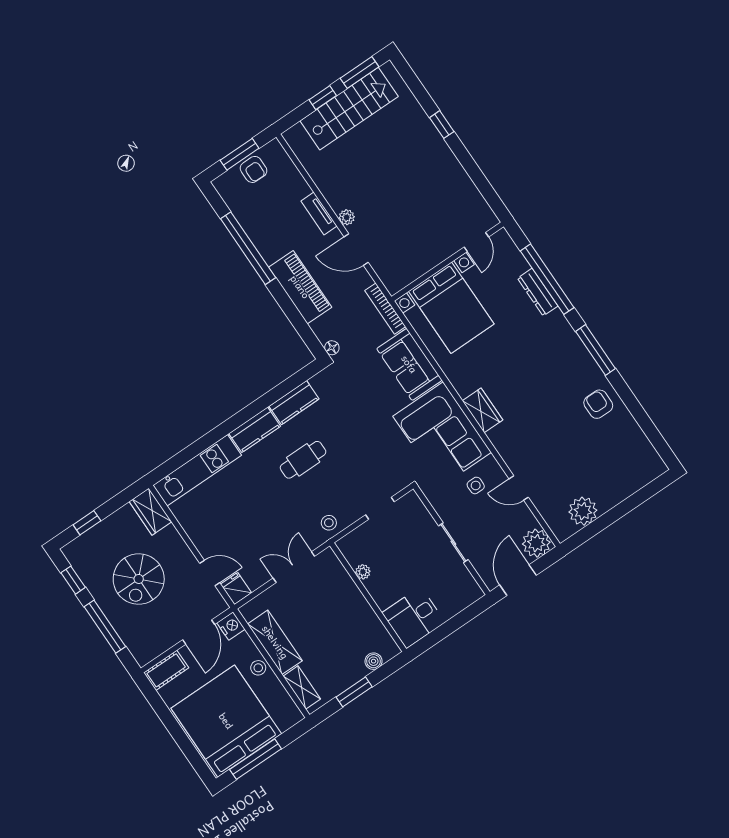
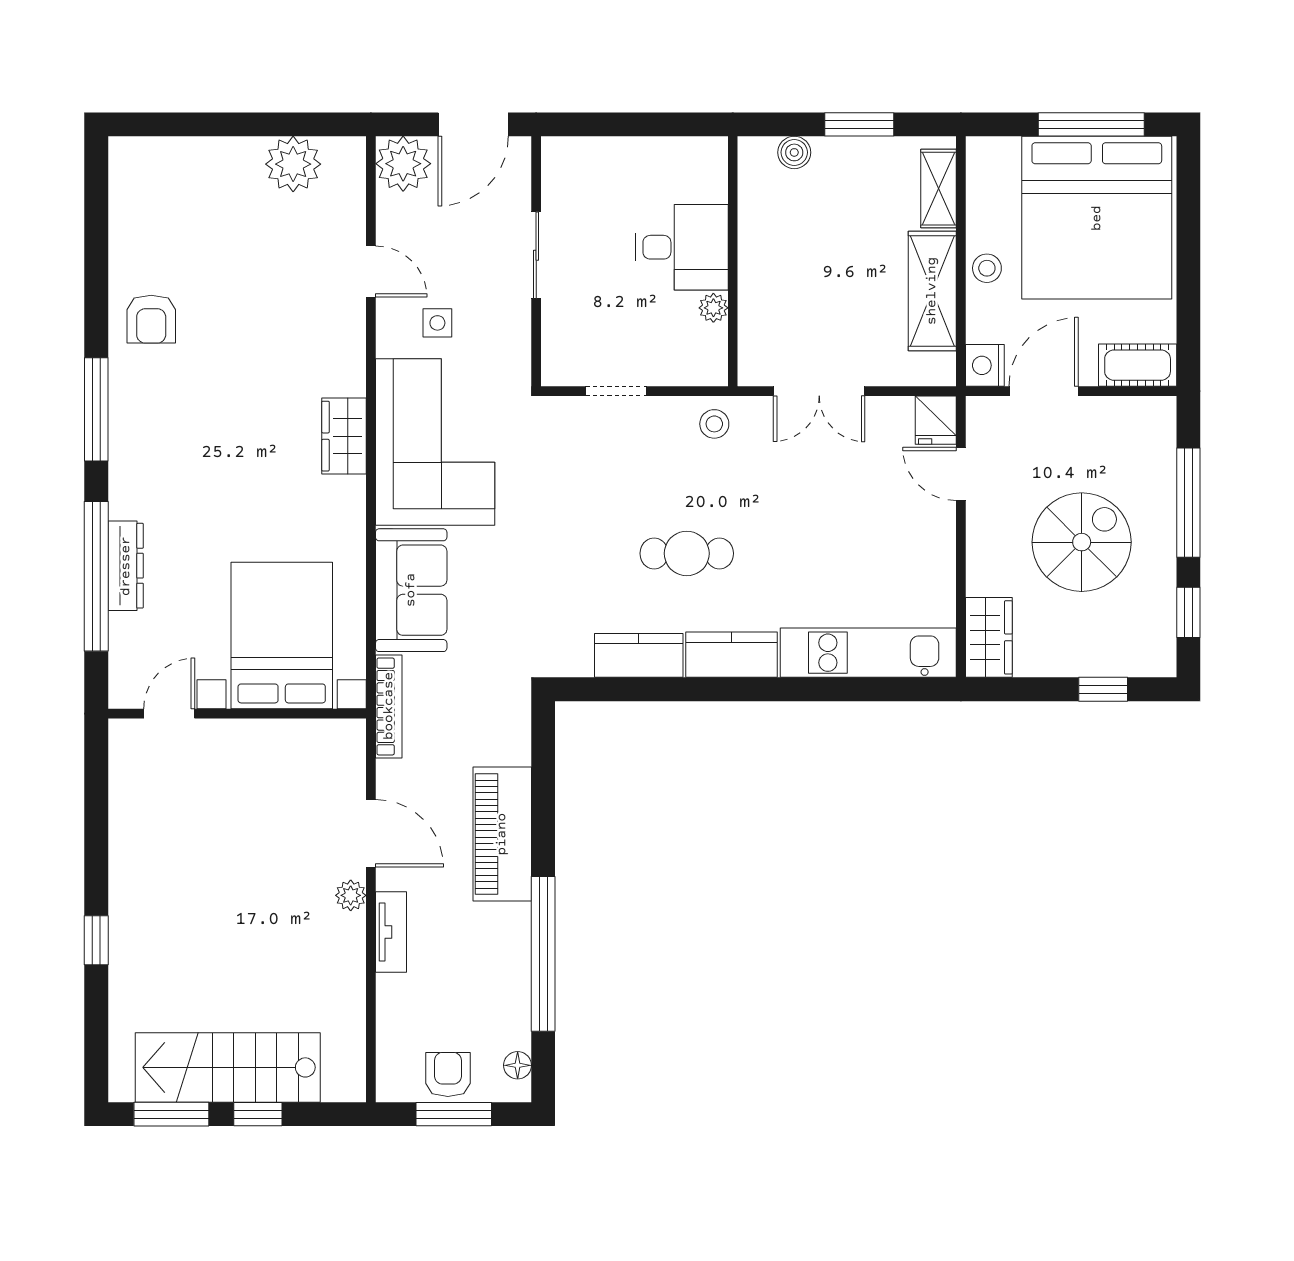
floor lamp: (332, 348) -> (518, 1065), moved
desk: (414, 617) -> (682, 247), moved

